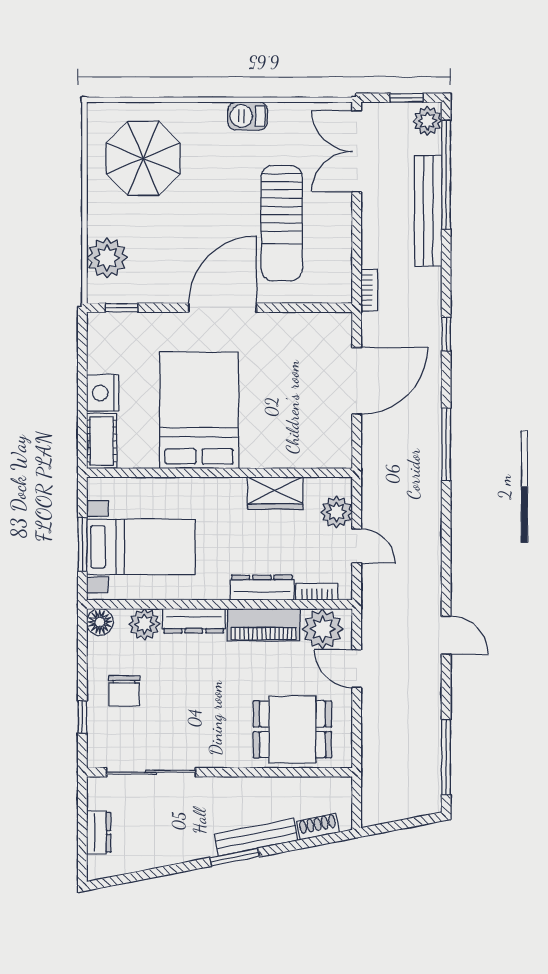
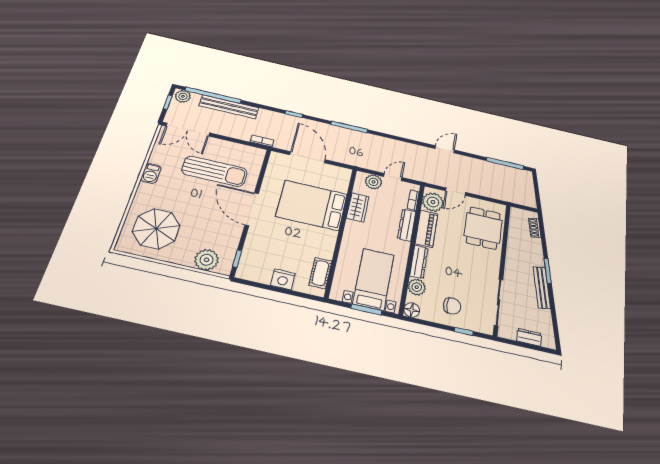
bed: (199, 410) -> (312, 205), moved
cot: (102, 441) -> (320, 273), moved, turned 90
bench: (256, 837) -> (542, 287), moved

